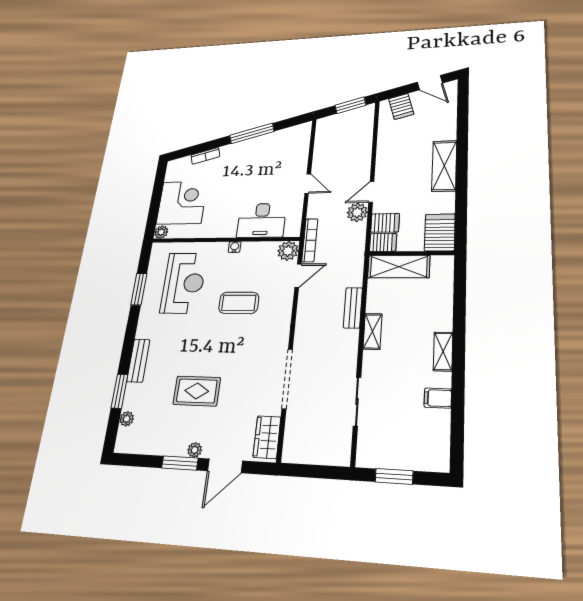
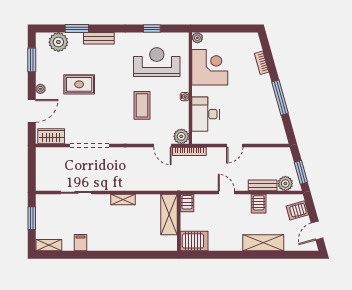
shelving: (444, 166) -> (263, 243), moved
corner desk: (182, 203) -> (210, 67), moved, turned -90
plant: (357, 212) -> (285, 184), moved
server rack: (385, 223) -> (259, 204), moved
reception desk: (184, 283) -> (157, 62), turned 180
window: (139, 289) -> (152, 28), width x0.67
bench: (353, 308) -> (263, 185), moved
shelving: (443, 351) -> (49, 245), moved
rug: (197, 391) -> (79, 84), turned 90
plant: (127, 419) -> (58, 42), width x1.88, depth x1.88
window: (180, 463) -> (32, 60), moved
door: (225, 466) -> (32, 111), swing flipped

